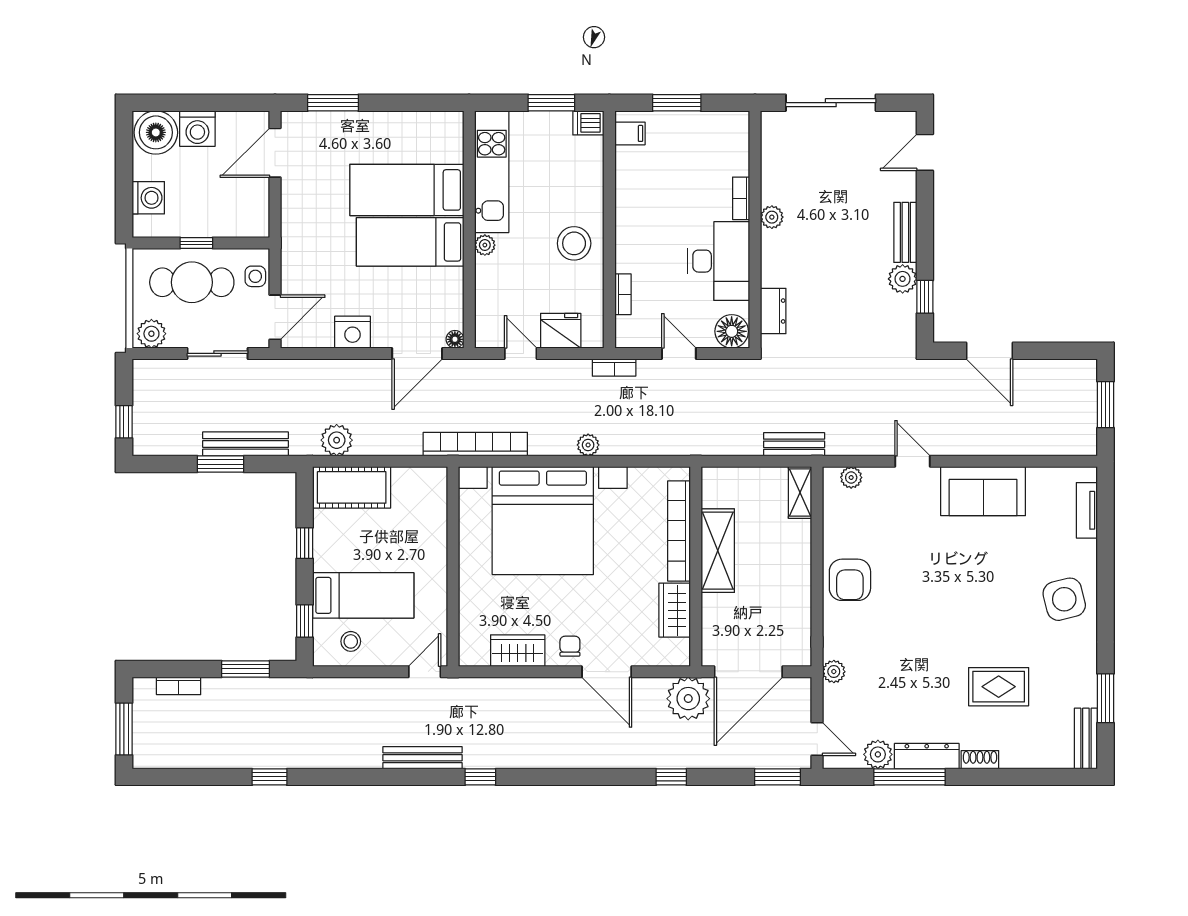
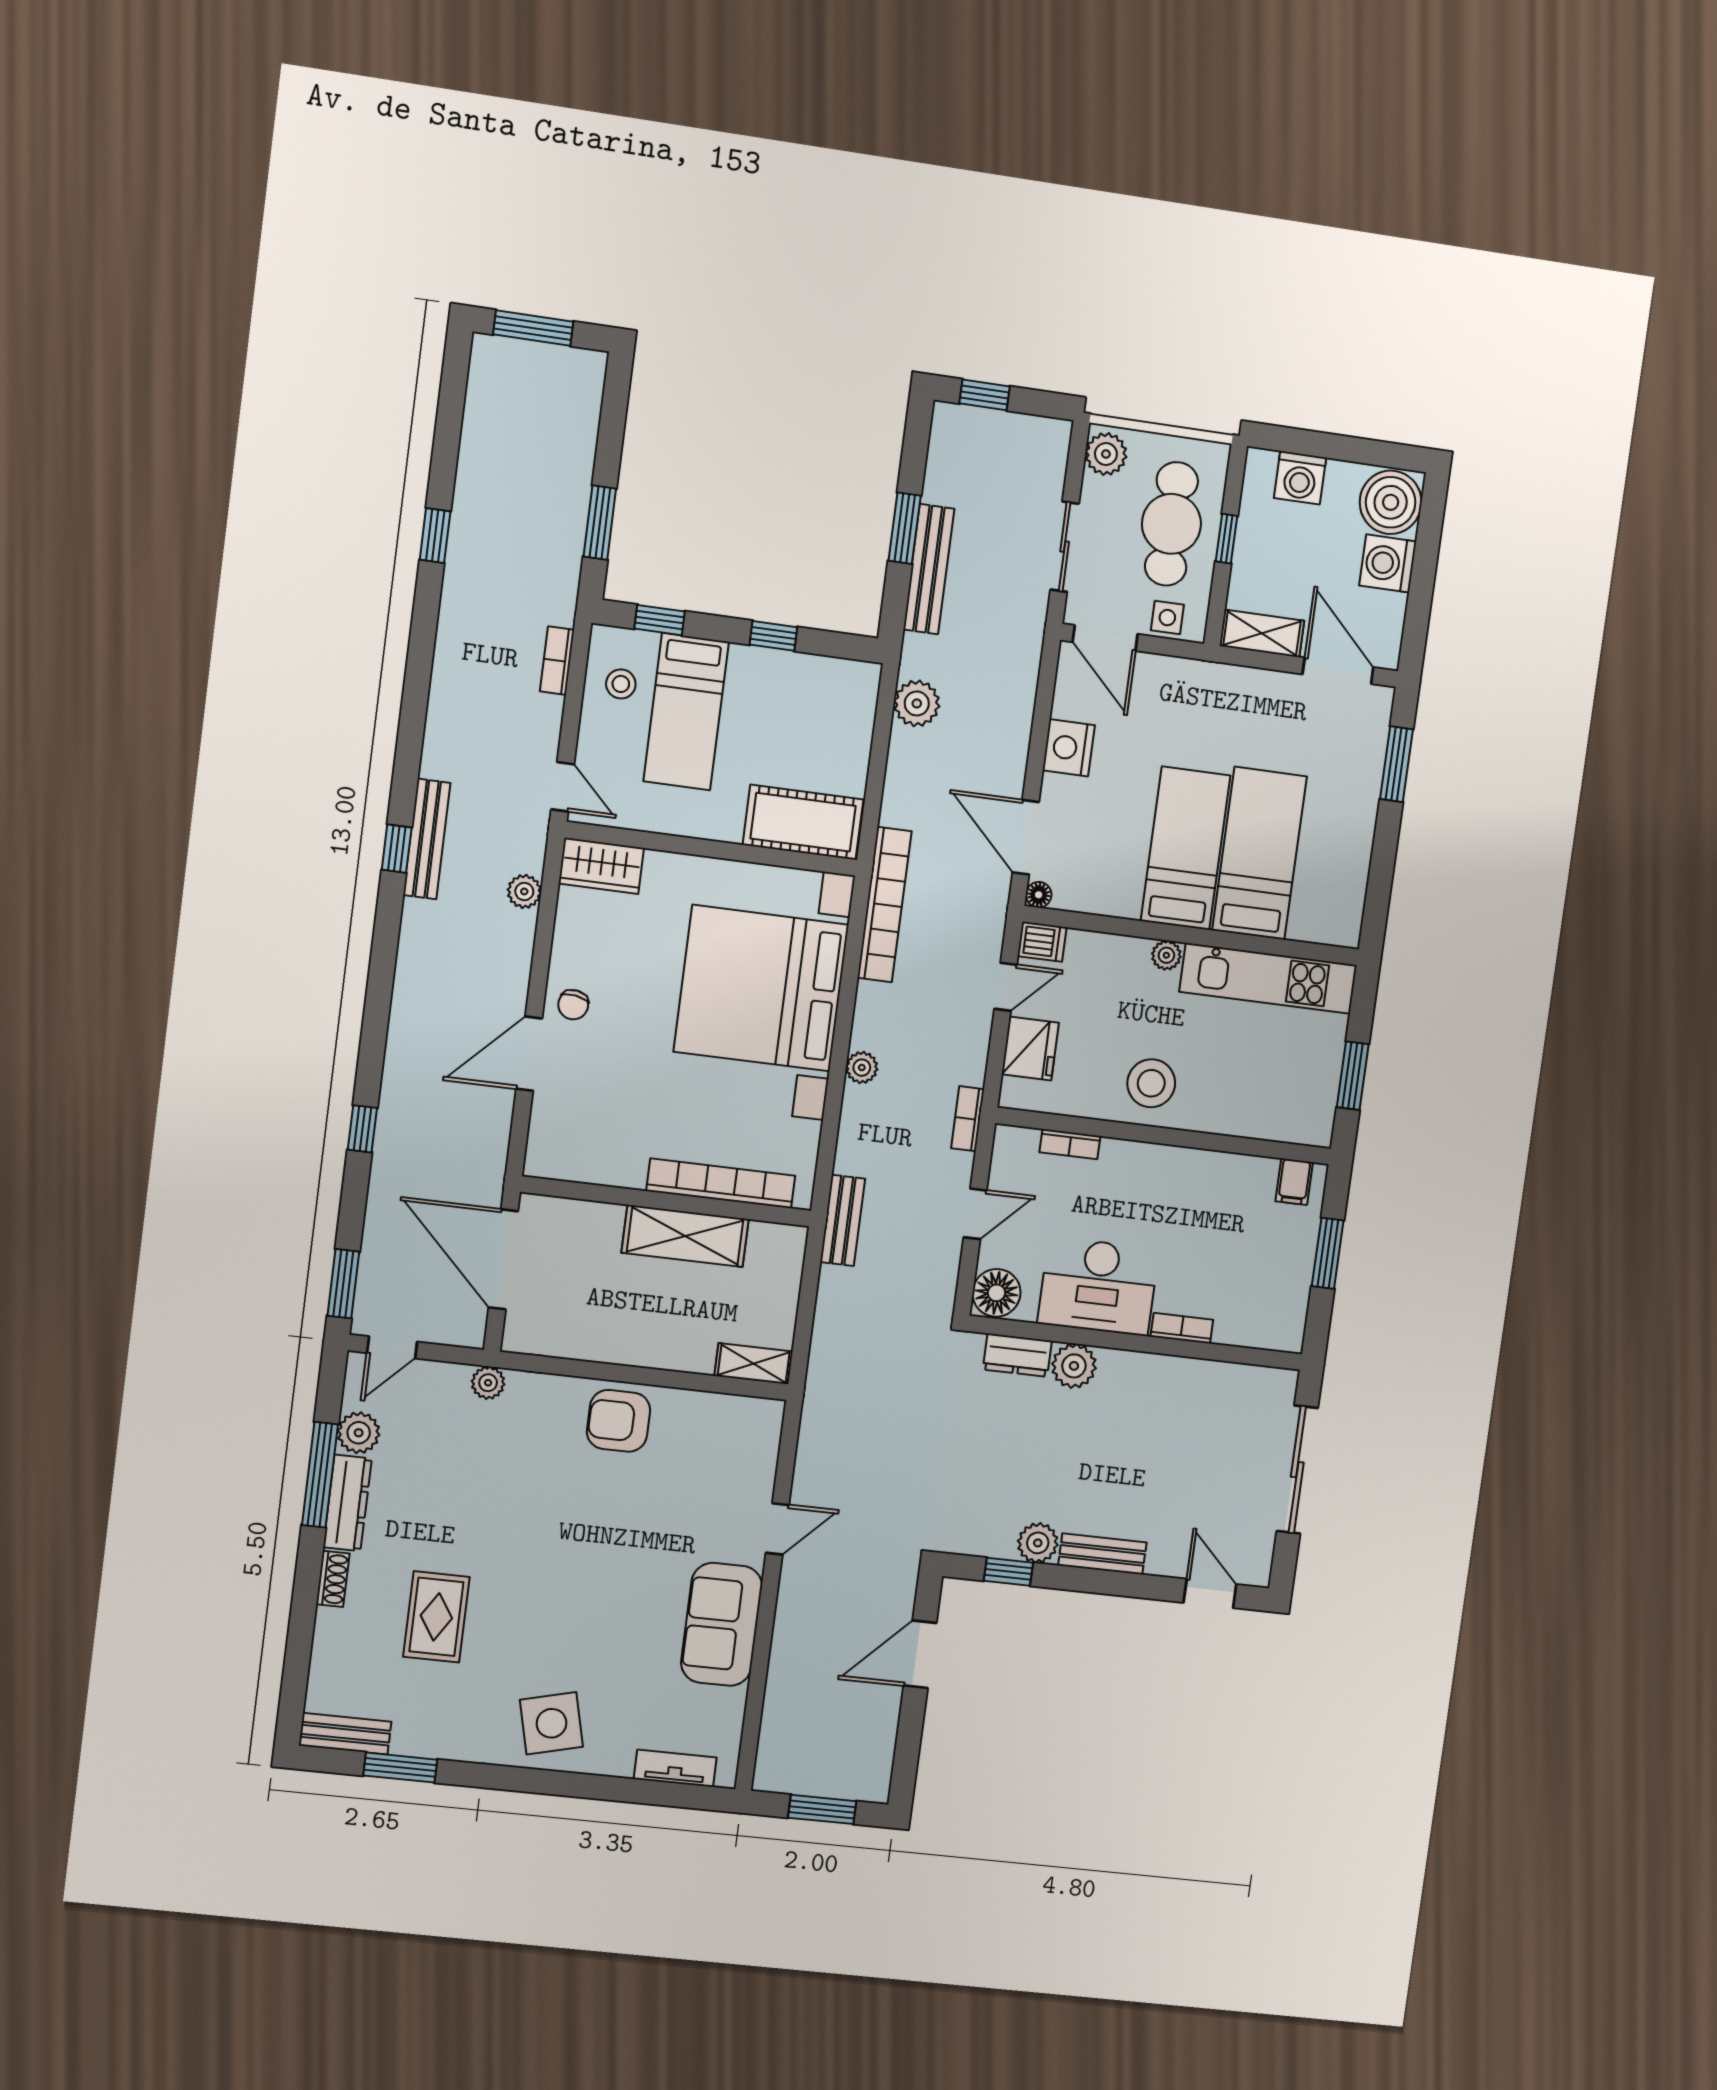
dishwasher: (588, 123) -> (1042, 942), moved, turned 90
shelving: (257, 209) -> (1262, 633), added
plant: (772, 217) -> (1074, 1366), moved, width x1.38, depth x1.38
bench: (794, 444) -> (843, 1220), moved
plant: (851, 477) -> (766, 1439), removed
cot: (352, 487) -> (803, 822), moved, turned 90
wardrobe: (675, 610) -> (607, 1163), removed
chair: (570, 646) -> (573, 1005), turned 99
wardrobe: (518, 651) -> (601, 866), moved, turned 90
bookcase: (179, 686) -> (557, 661), moved
plant: (688, 699) -> (524, 891), moved, width x0.53, depth x0.53
bench: (423, 758) -> (427, 839), moved

